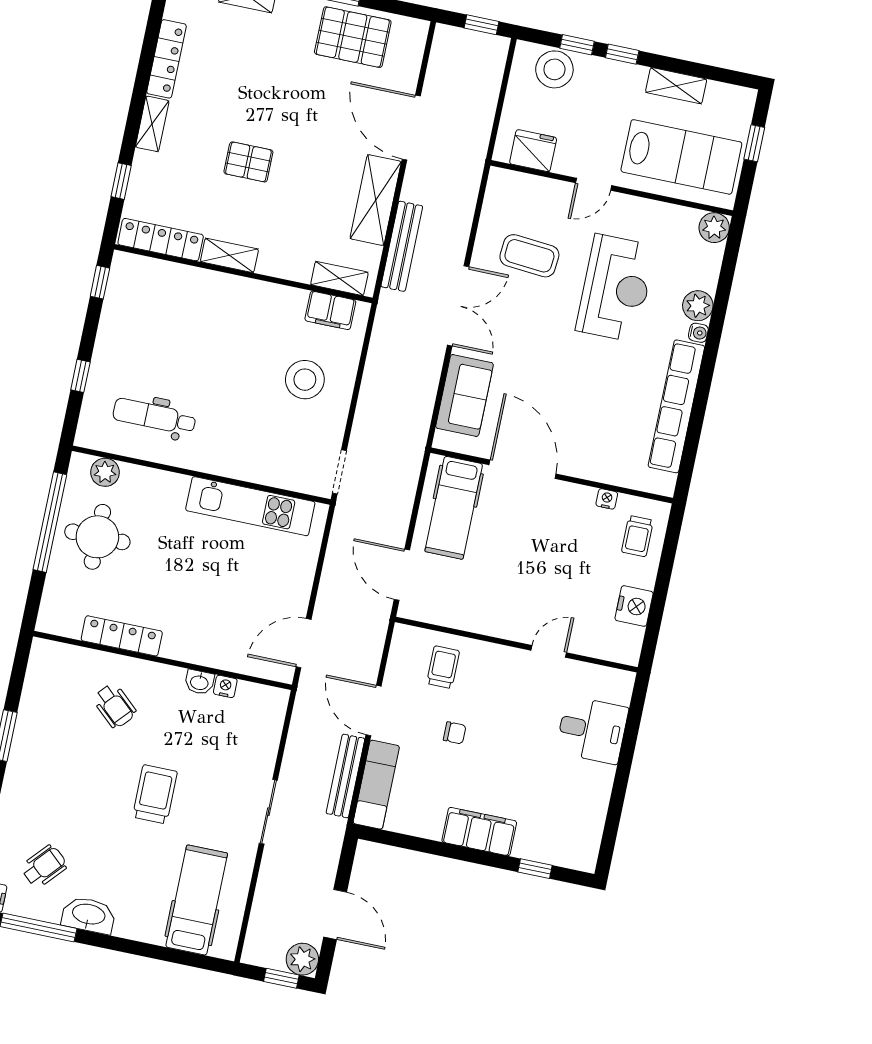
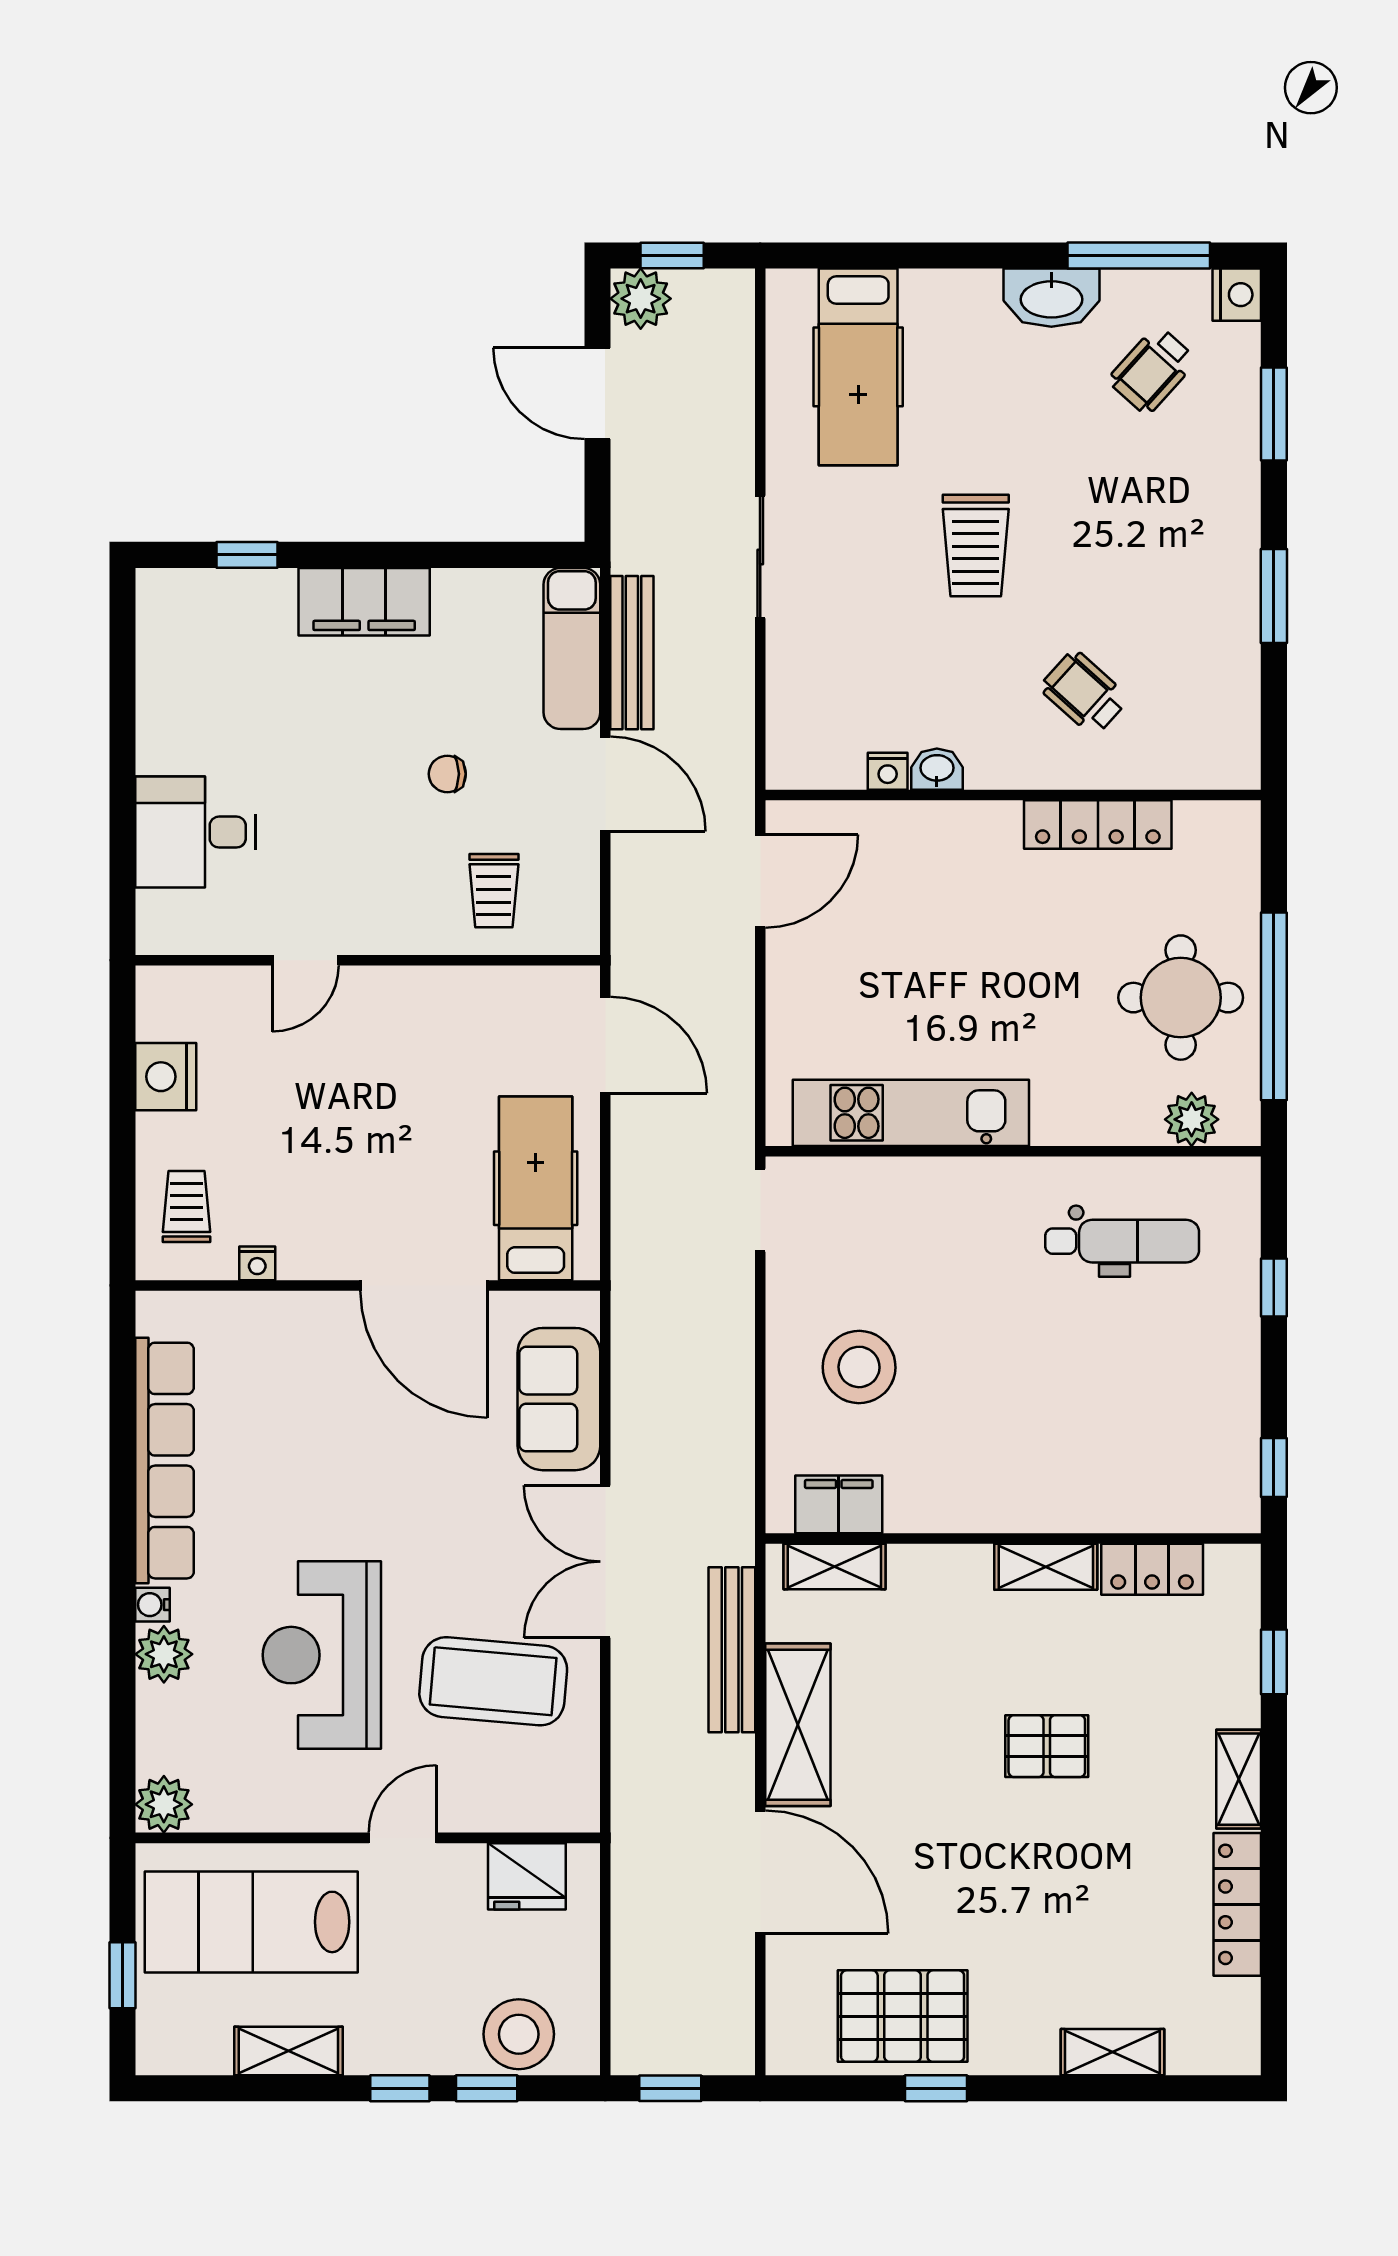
locker: (161, 240) -> (1152, 1569), width x0.66
coffee table: (529, 256) -> (493, 1681), width x1.36, depth x1.32

